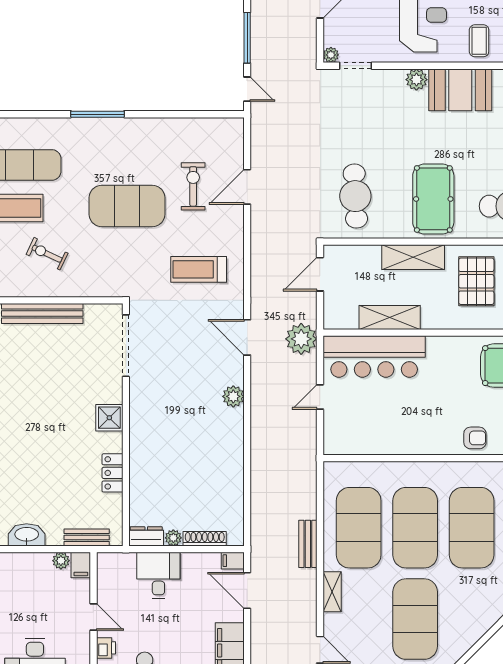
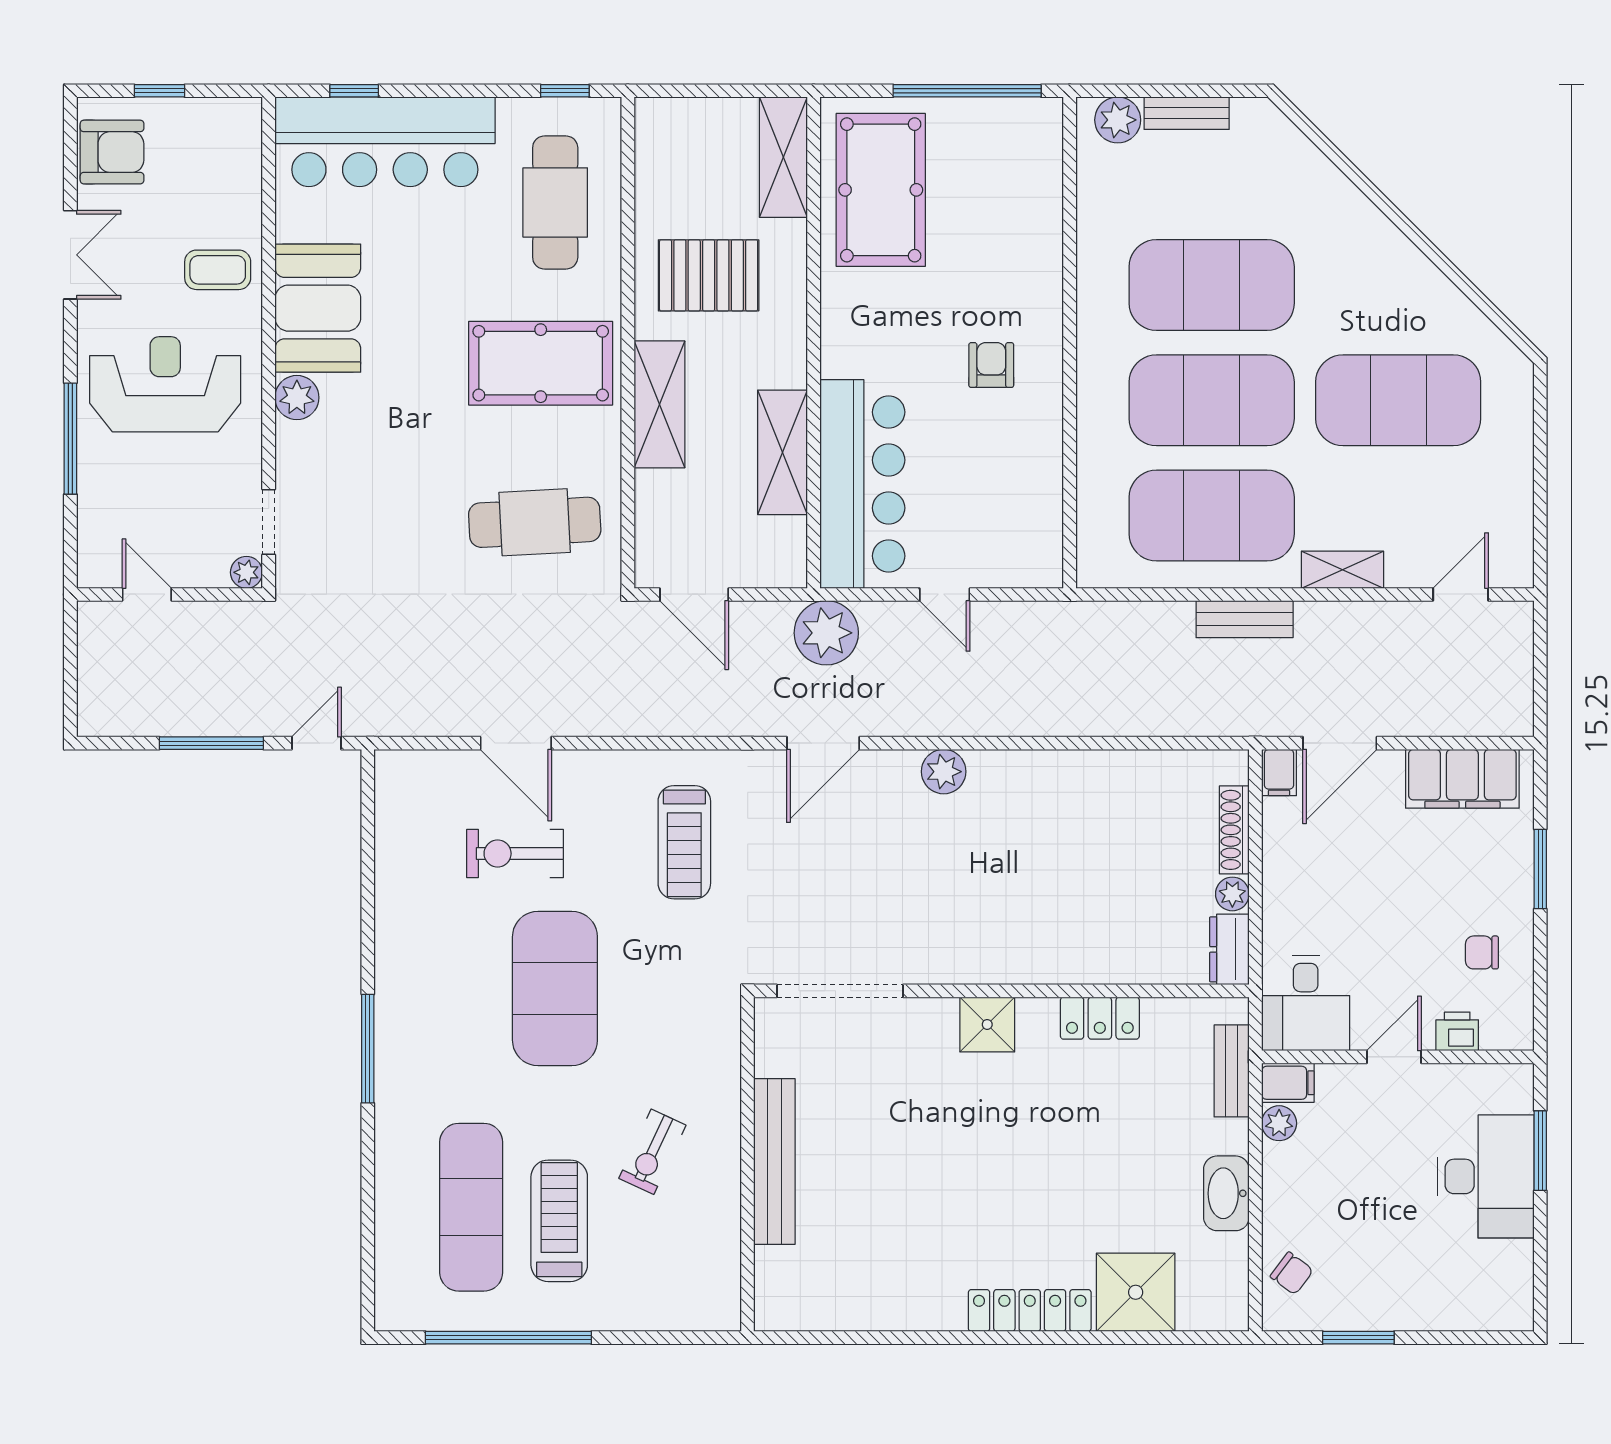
armchair: (475, 438) -> (991, 365), moved
desk: (158, 575) -> (1306, 1003), moved, turned -90

